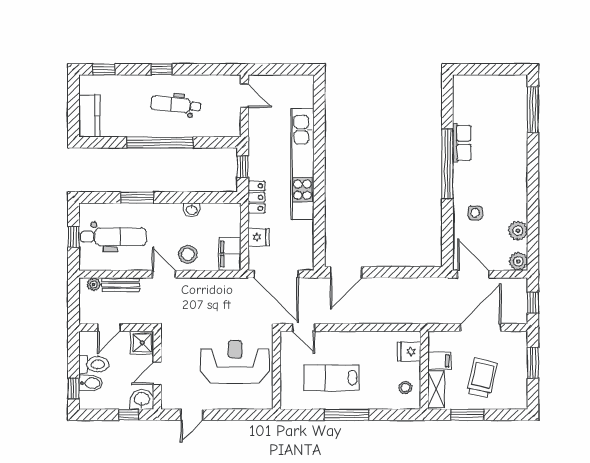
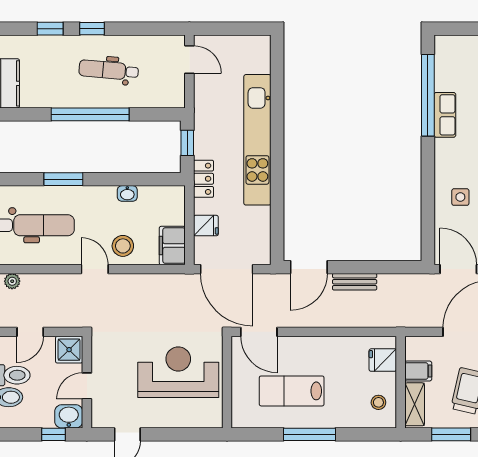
window: (104, 69) -> (50, 29), moved
window: (447, 164) -> (428, 95), moved
bench: (121, 285) -> (355, 282), moved
door: (304, 328) -> (259, 332), width x1.38

